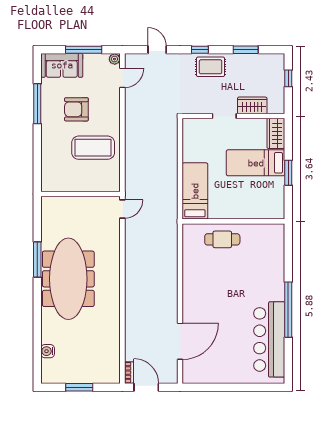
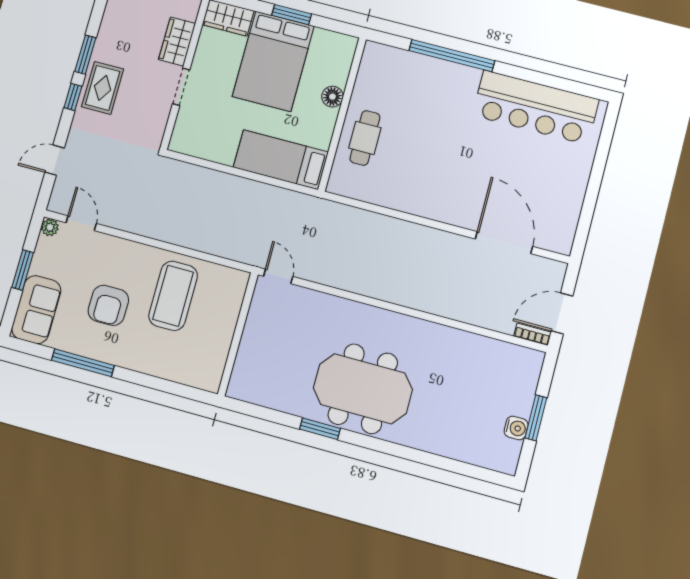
window: (84, 50) -> (23, 270), width x0.69
window: (246, 50) -> (85, 55), moved
bed: (256, 163) -> (273, 61), width x1.50
floor lamp: (243, 212) -> (332, 97), added
window: (37, 259) -> (320, 429), width x0.69
meeting table: (68, 279) -> (363, 389), width x0.73
window: (288, 310) -> (452, 56), moved
water cooler: (48, 351) -> (516, 428), moved, turned -90

